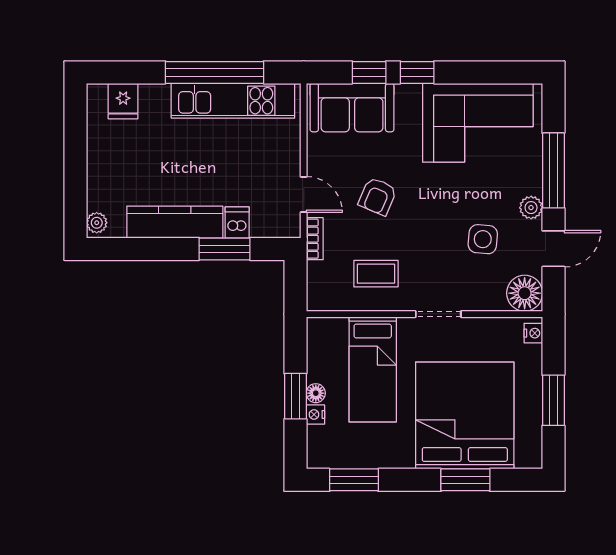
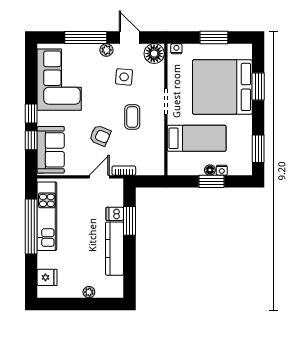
plant: (97, 223) -> (89, 292), moved
coffee table: (376, 274) -> (132, 117), moved

